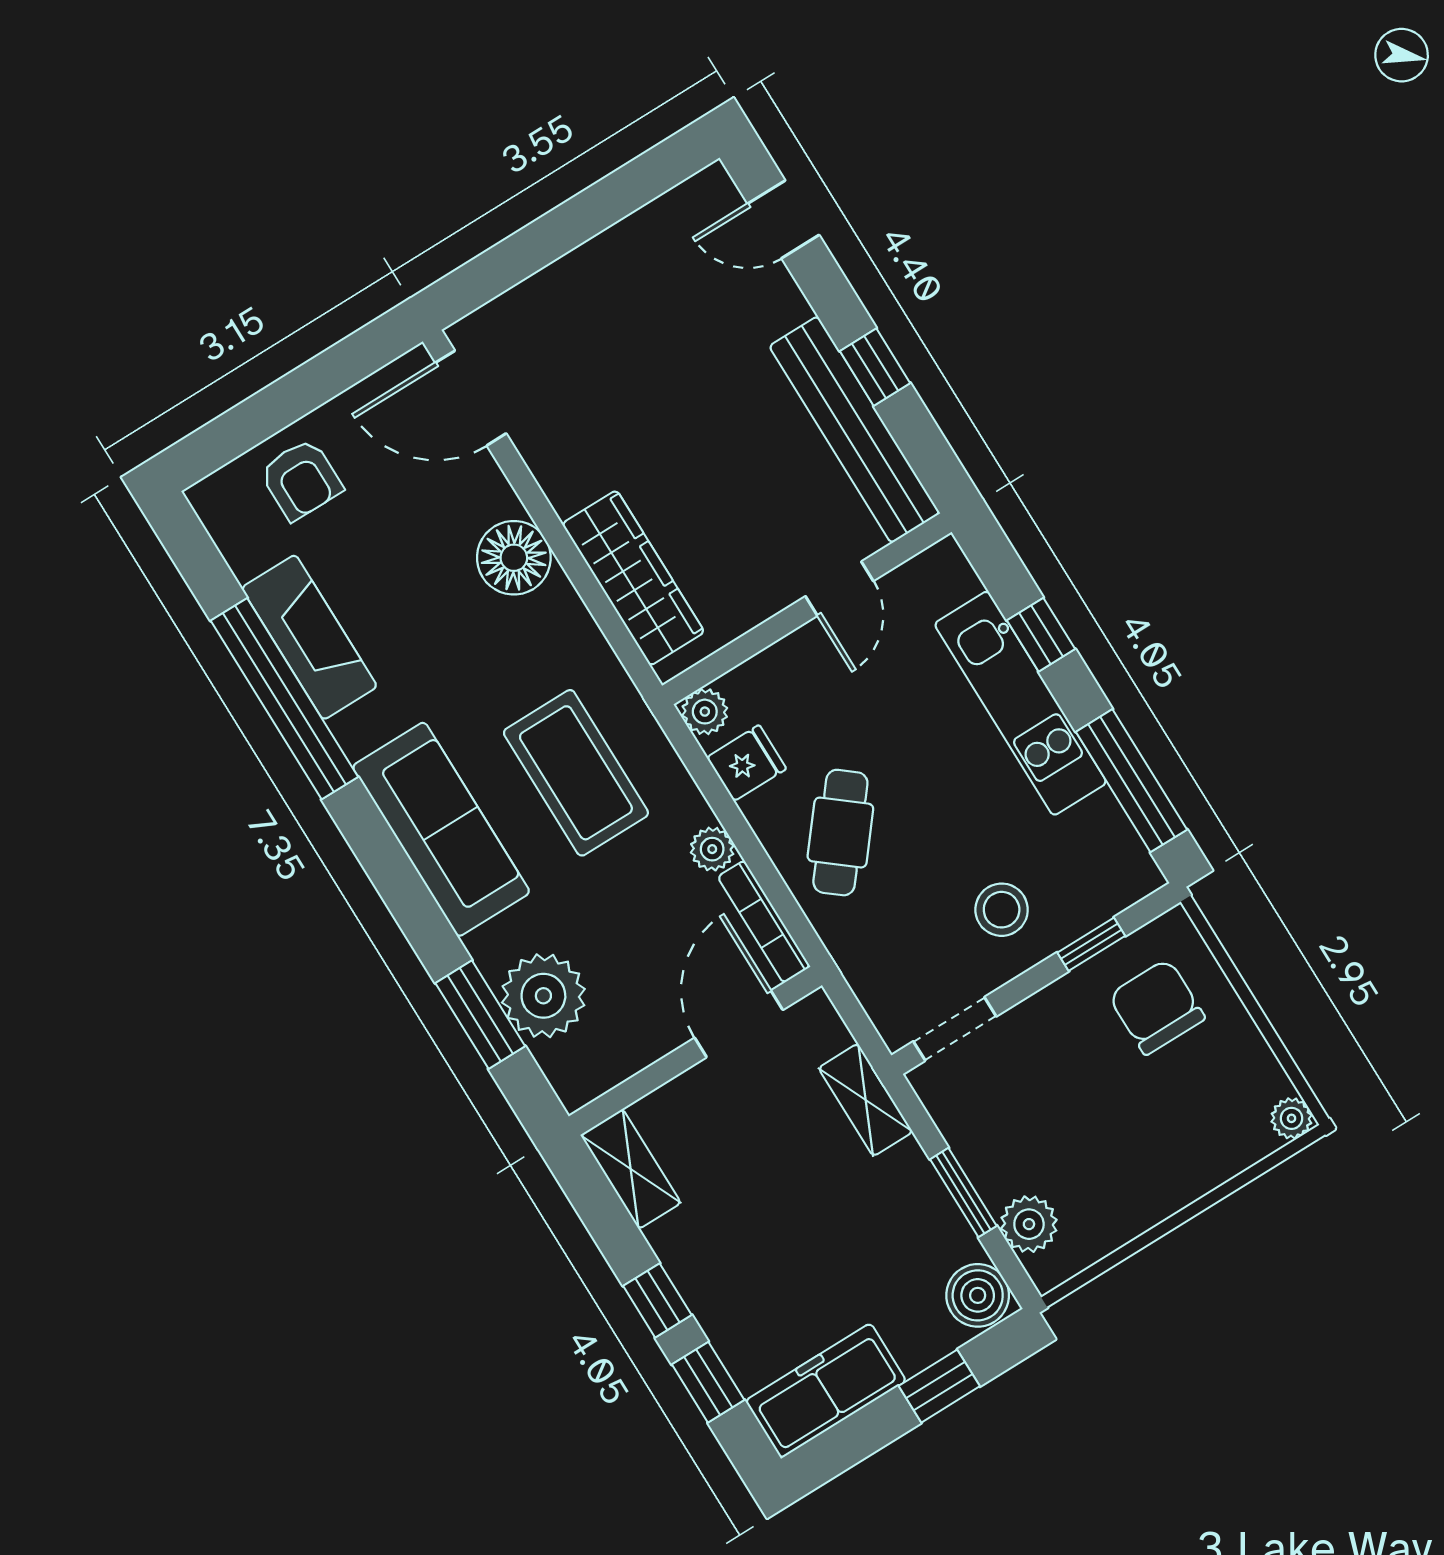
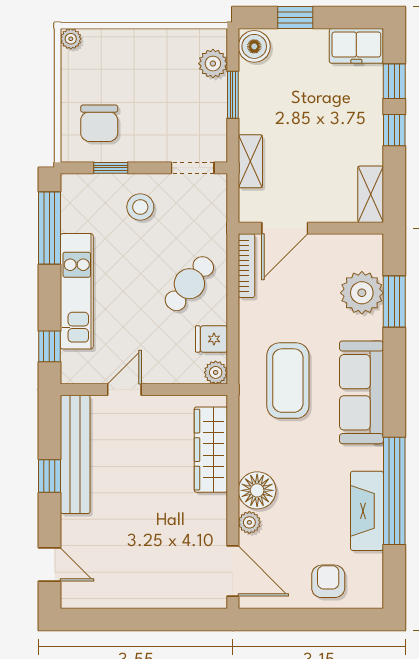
window: (1041, 635) -> (49, 346), moved
plant: (712, 849) -> (249, 522), moved
freezer: (826, 1391) -> (356, 46), width x0.71

